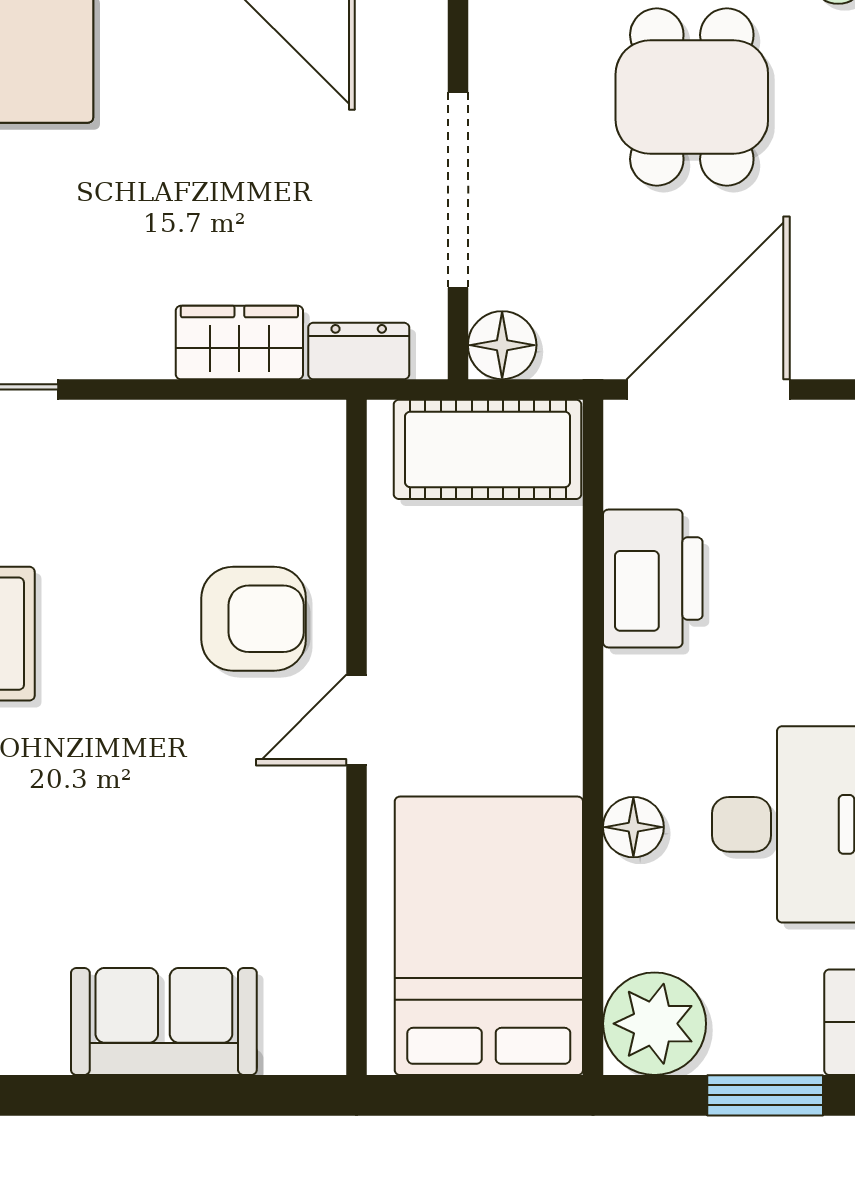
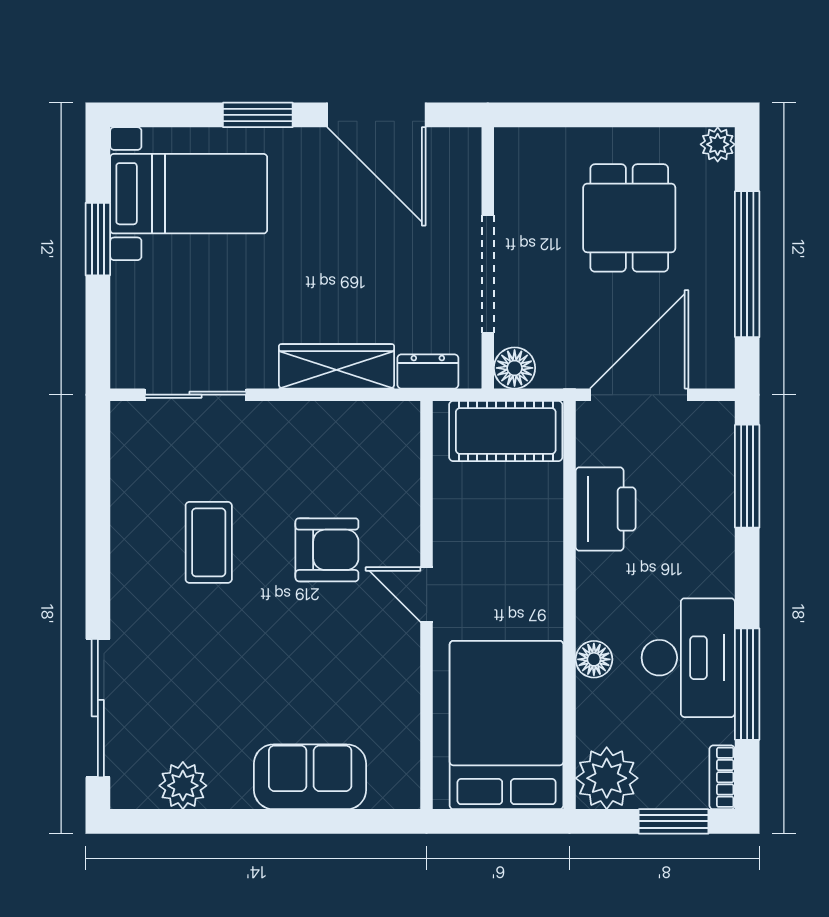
wardrobe: (239, 342) -> (336, 366), width x1.50
armchair: (254, 619) -> (327, 550), moved
door: (357, 720) -> (427, 595), hinge flipped

